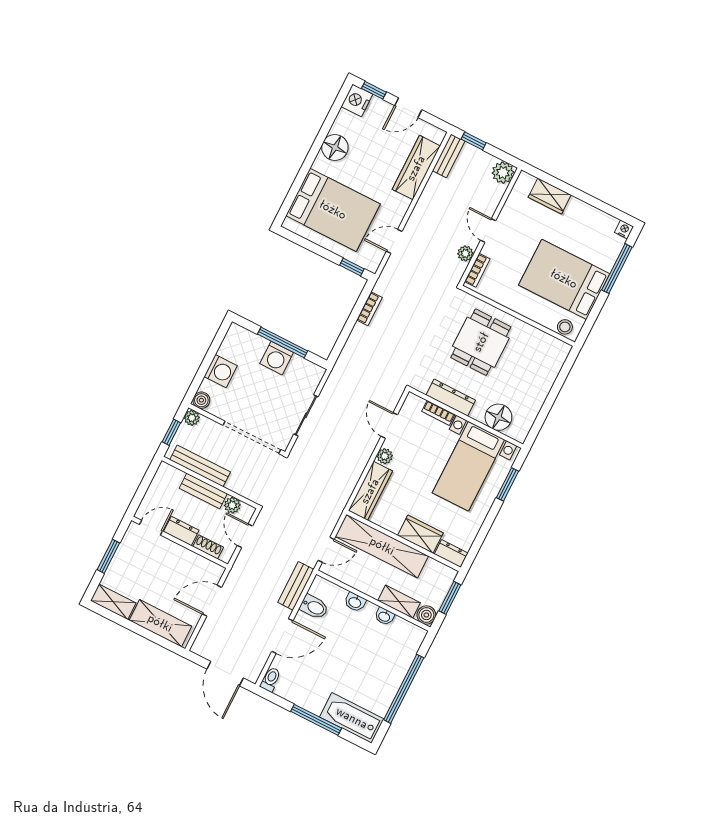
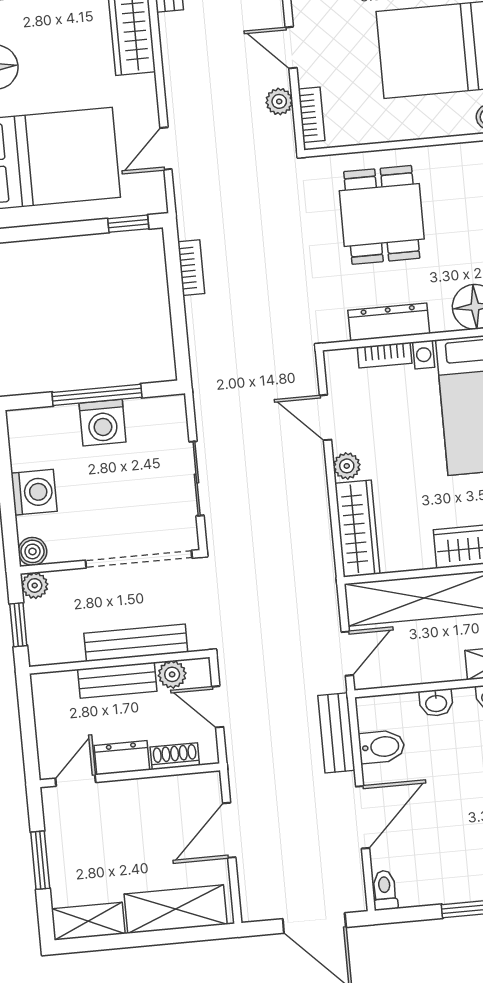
bench: (200, 466) -> (136, 643), moved

